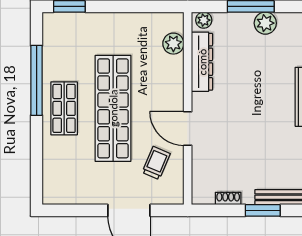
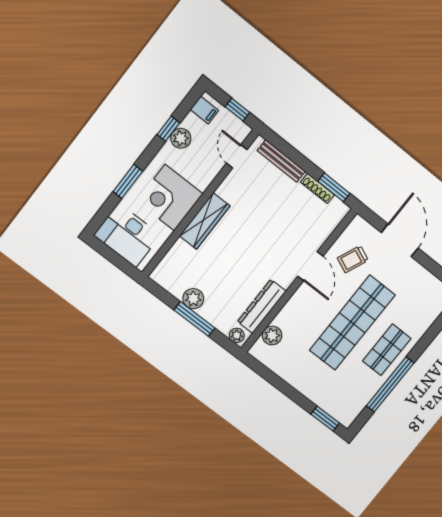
shoe rack: (228, 199) -> (317, 188), width x1.43
window: (263, 210) -> (334, 187), moved

